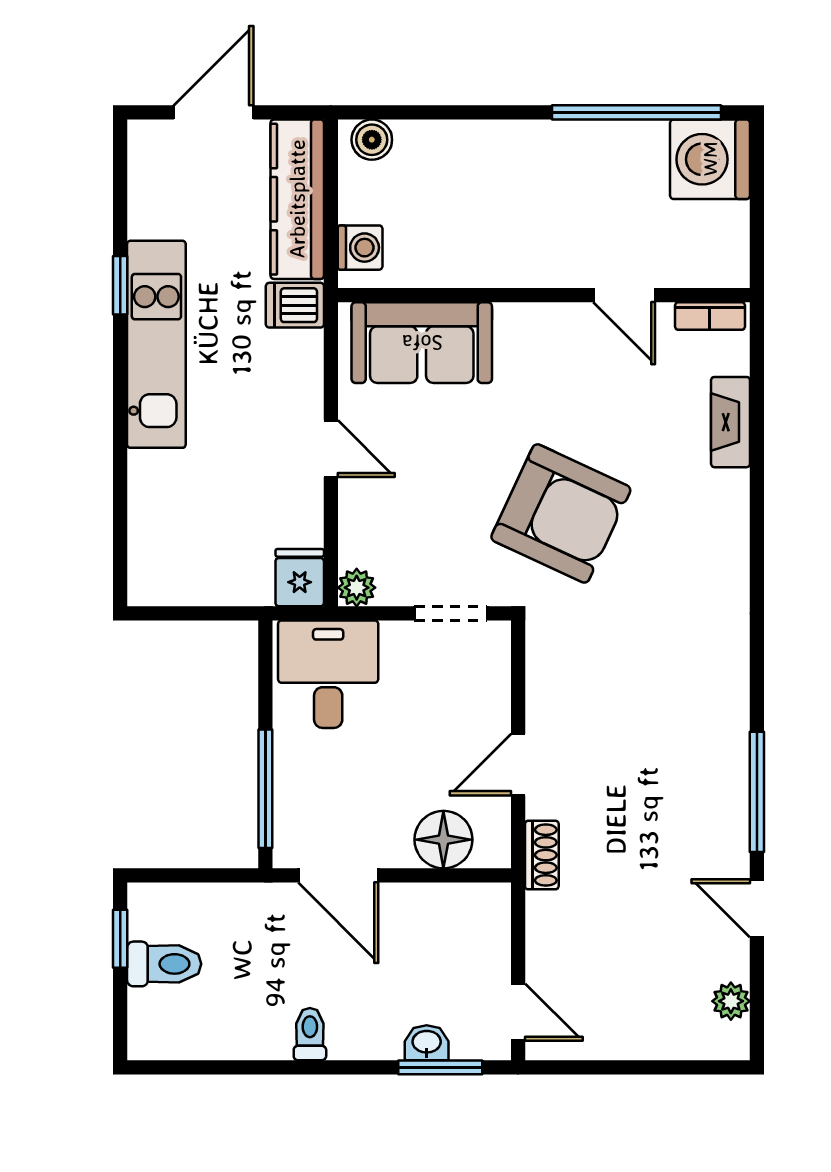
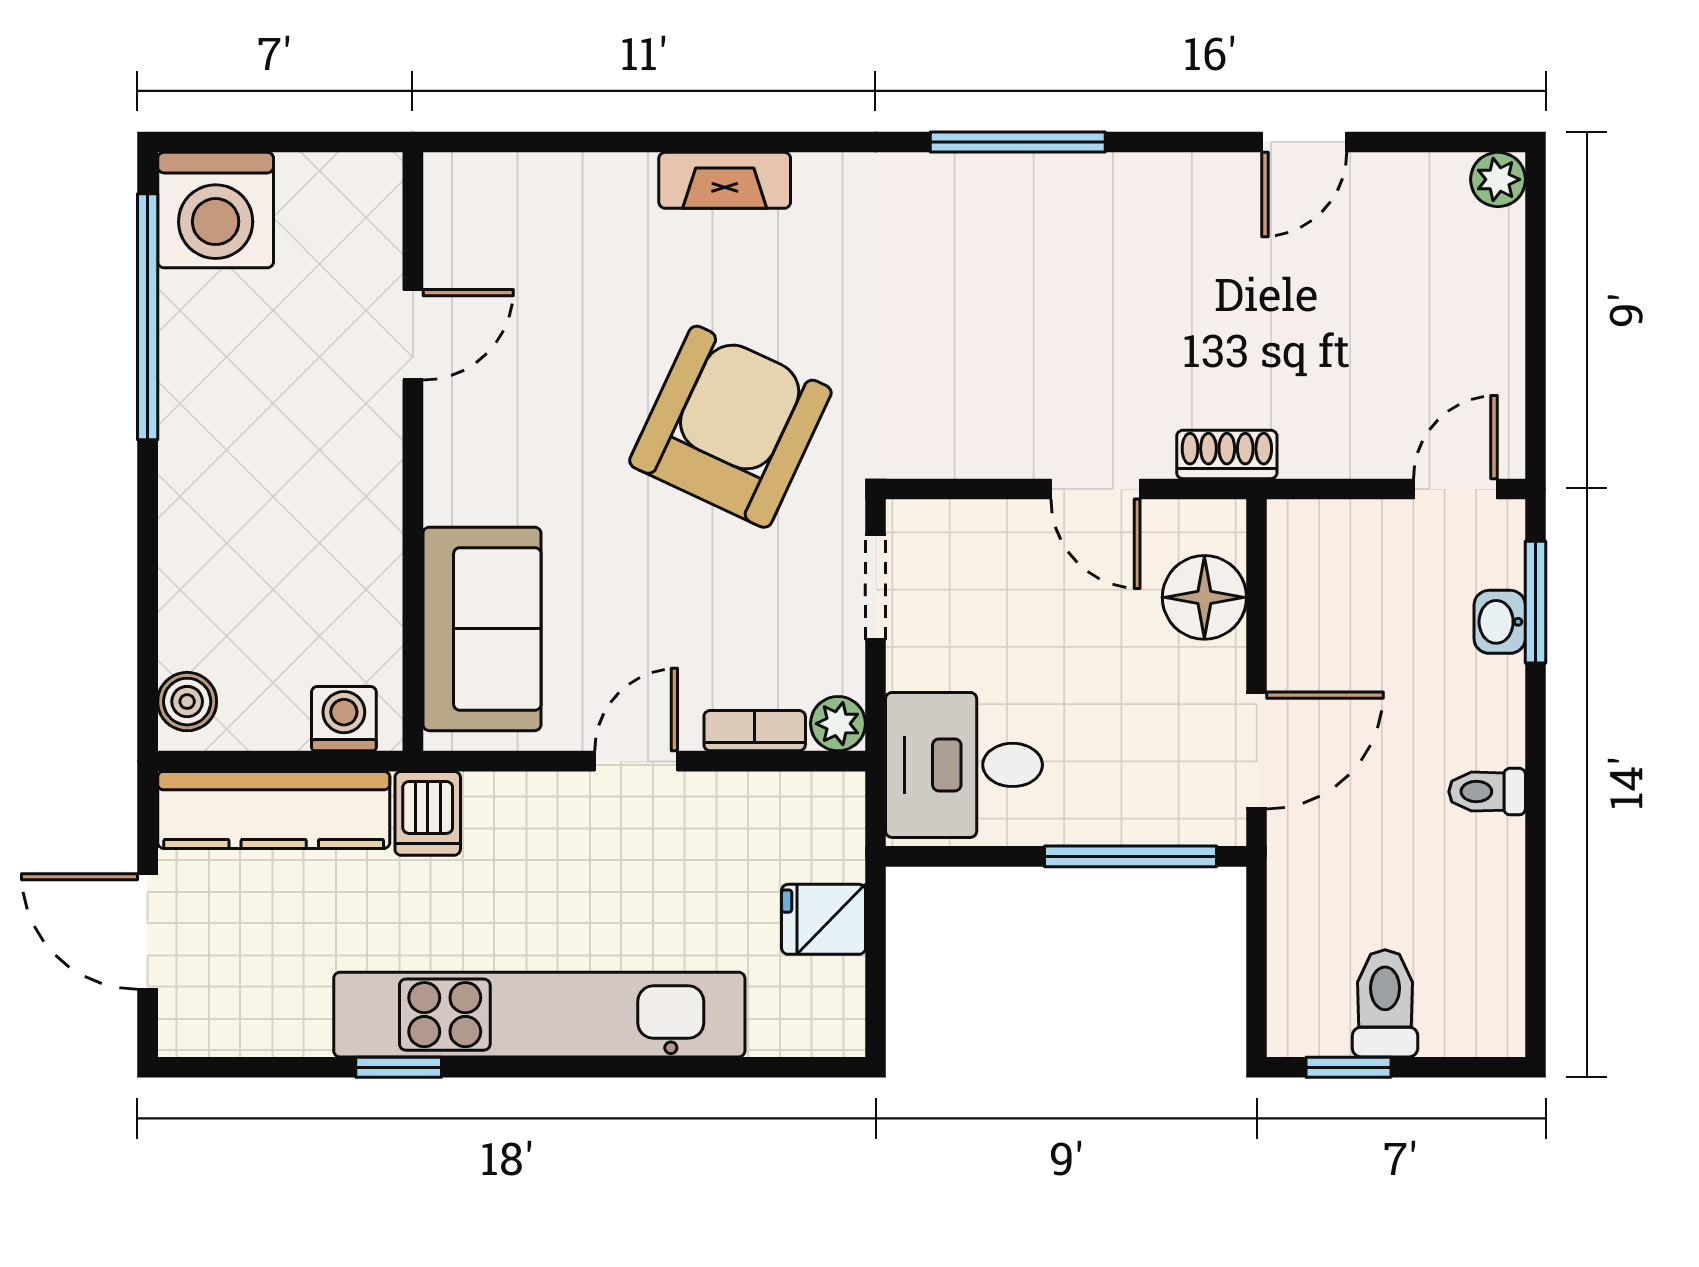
bookcase: (710, 316) -> (755, 731), moved, turned -90
kitchen unit: (156, 344) -> (539, 1015), width x1.36
fireplace: (730, 422) -> (725, 180), moved
fridge: (300, 578) -> (824, 919), moved
window: (757, 792) -> (1018, 142), moved
plant: (731, 1001) -> (1498, 179), moved

